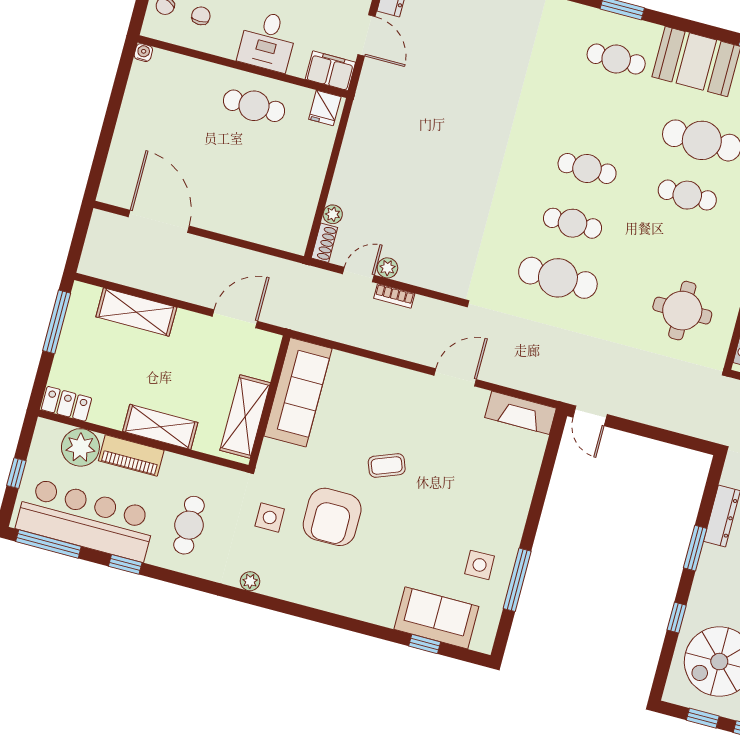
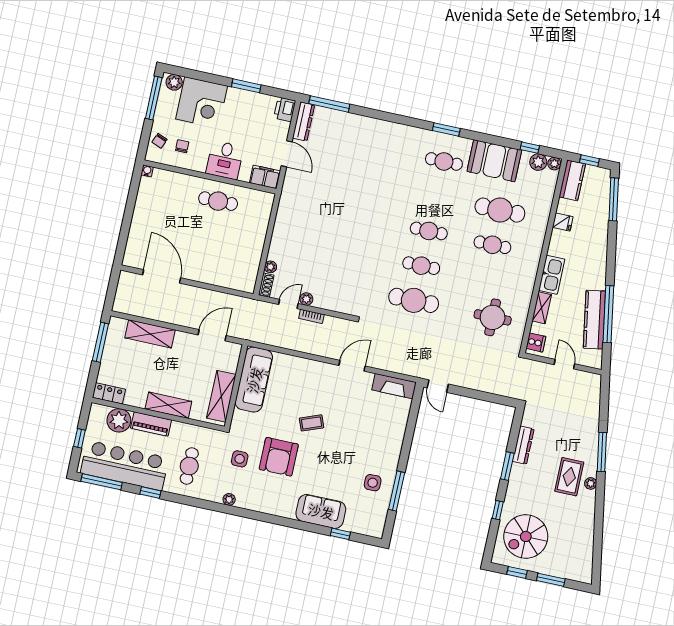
fridge: (325, 108) -> (263, 200), removed
sofa: (436, 618) -> (321, 511), moved

